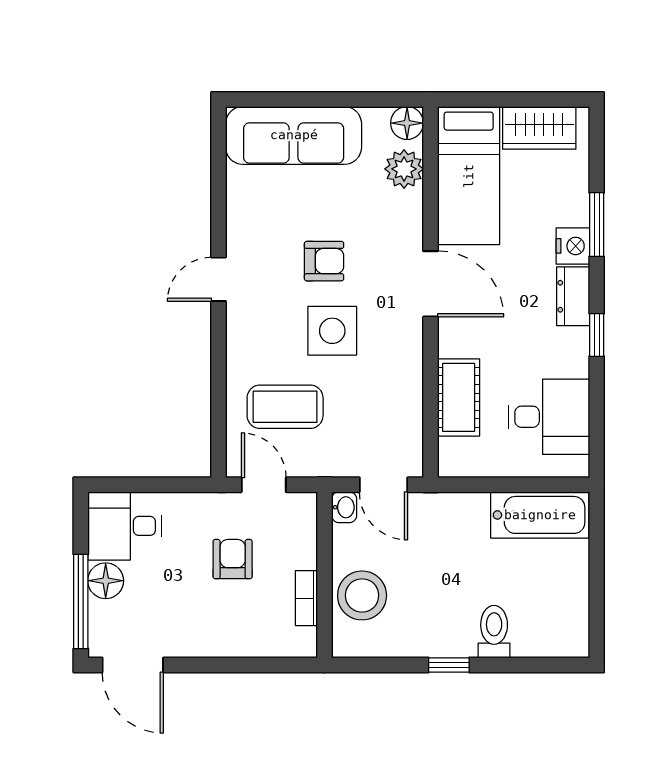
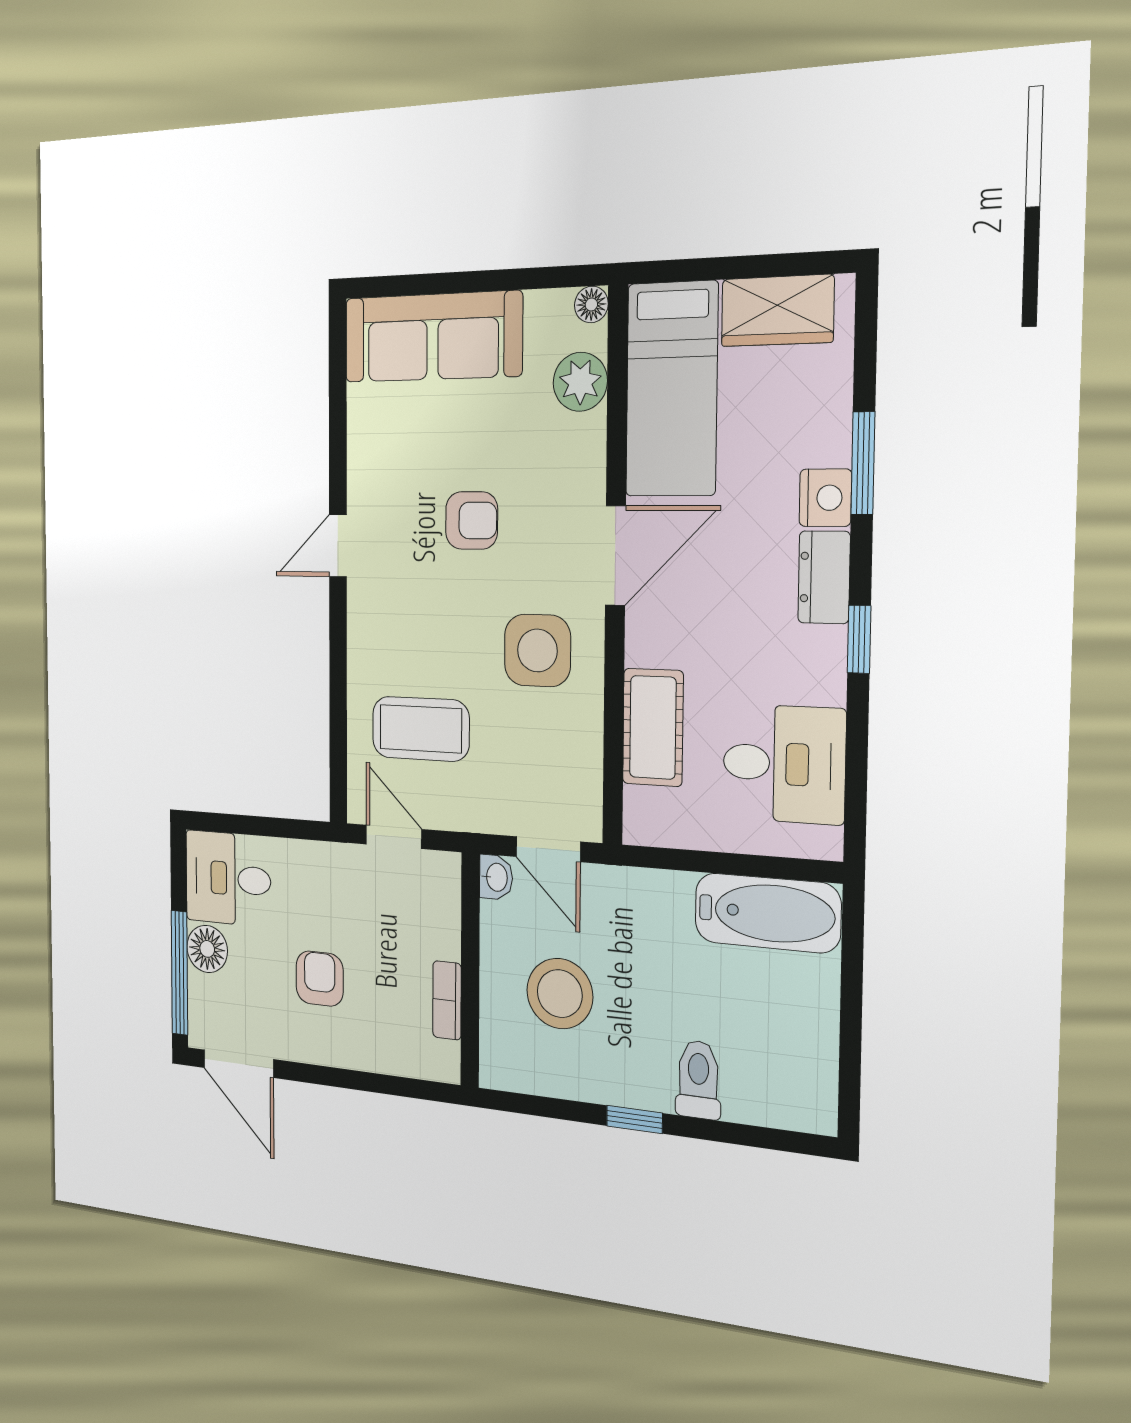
floor lamp: (407, 123) -> (591, 305), width x0.73, depth x0.73
door: (431, 284) -> (615, 555), hinge flipped
side table: (332, 331) -> (537, 650), moved
armchair: (233, 559) -> (320, 979), moved
stool: (362, 595) -> (560, 994), moved

